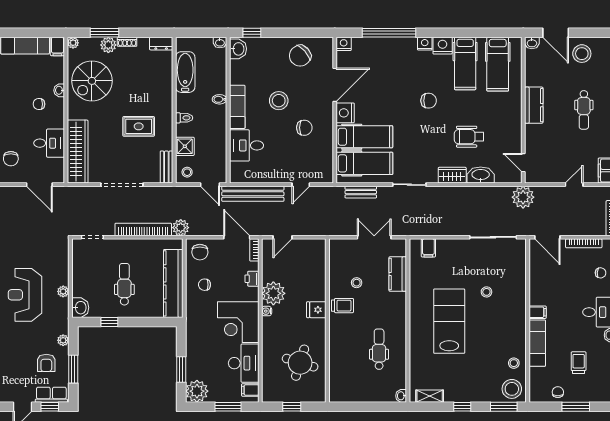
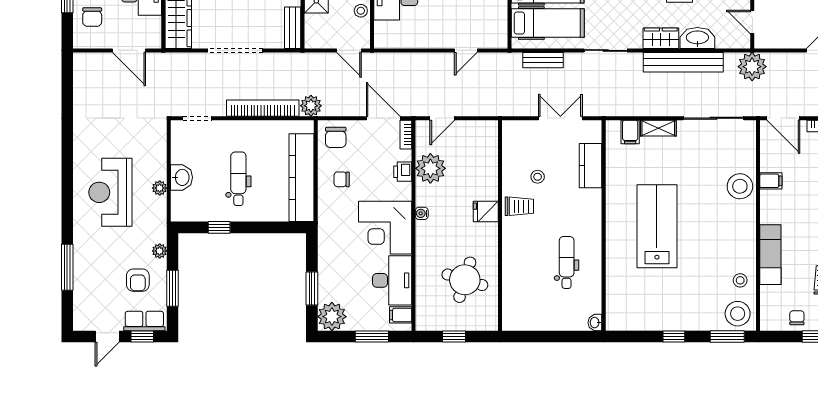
stool: (187, 172) -> (361, 11), moved
bench: (253, 194) -> (683, 62), moved
stool: (486, 292) -> (740, 186), moved, width x1.89, depth x1.89
plant: (273, 293) -> (430, 168), moved
washbasin: (80, 308) -> (182, 177), moved
filing cabinet: (538, 312) -> (771, 181), moved
shelving: (430, 396) -> (658, 128), moved

